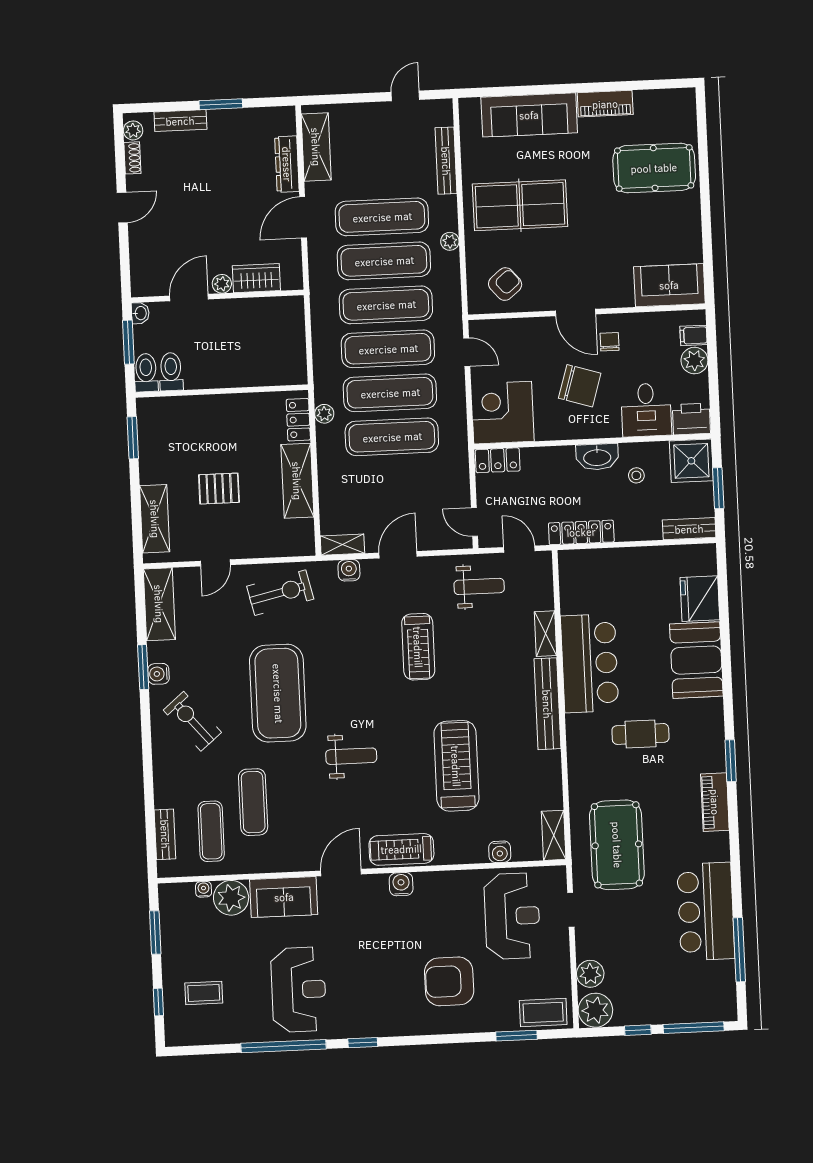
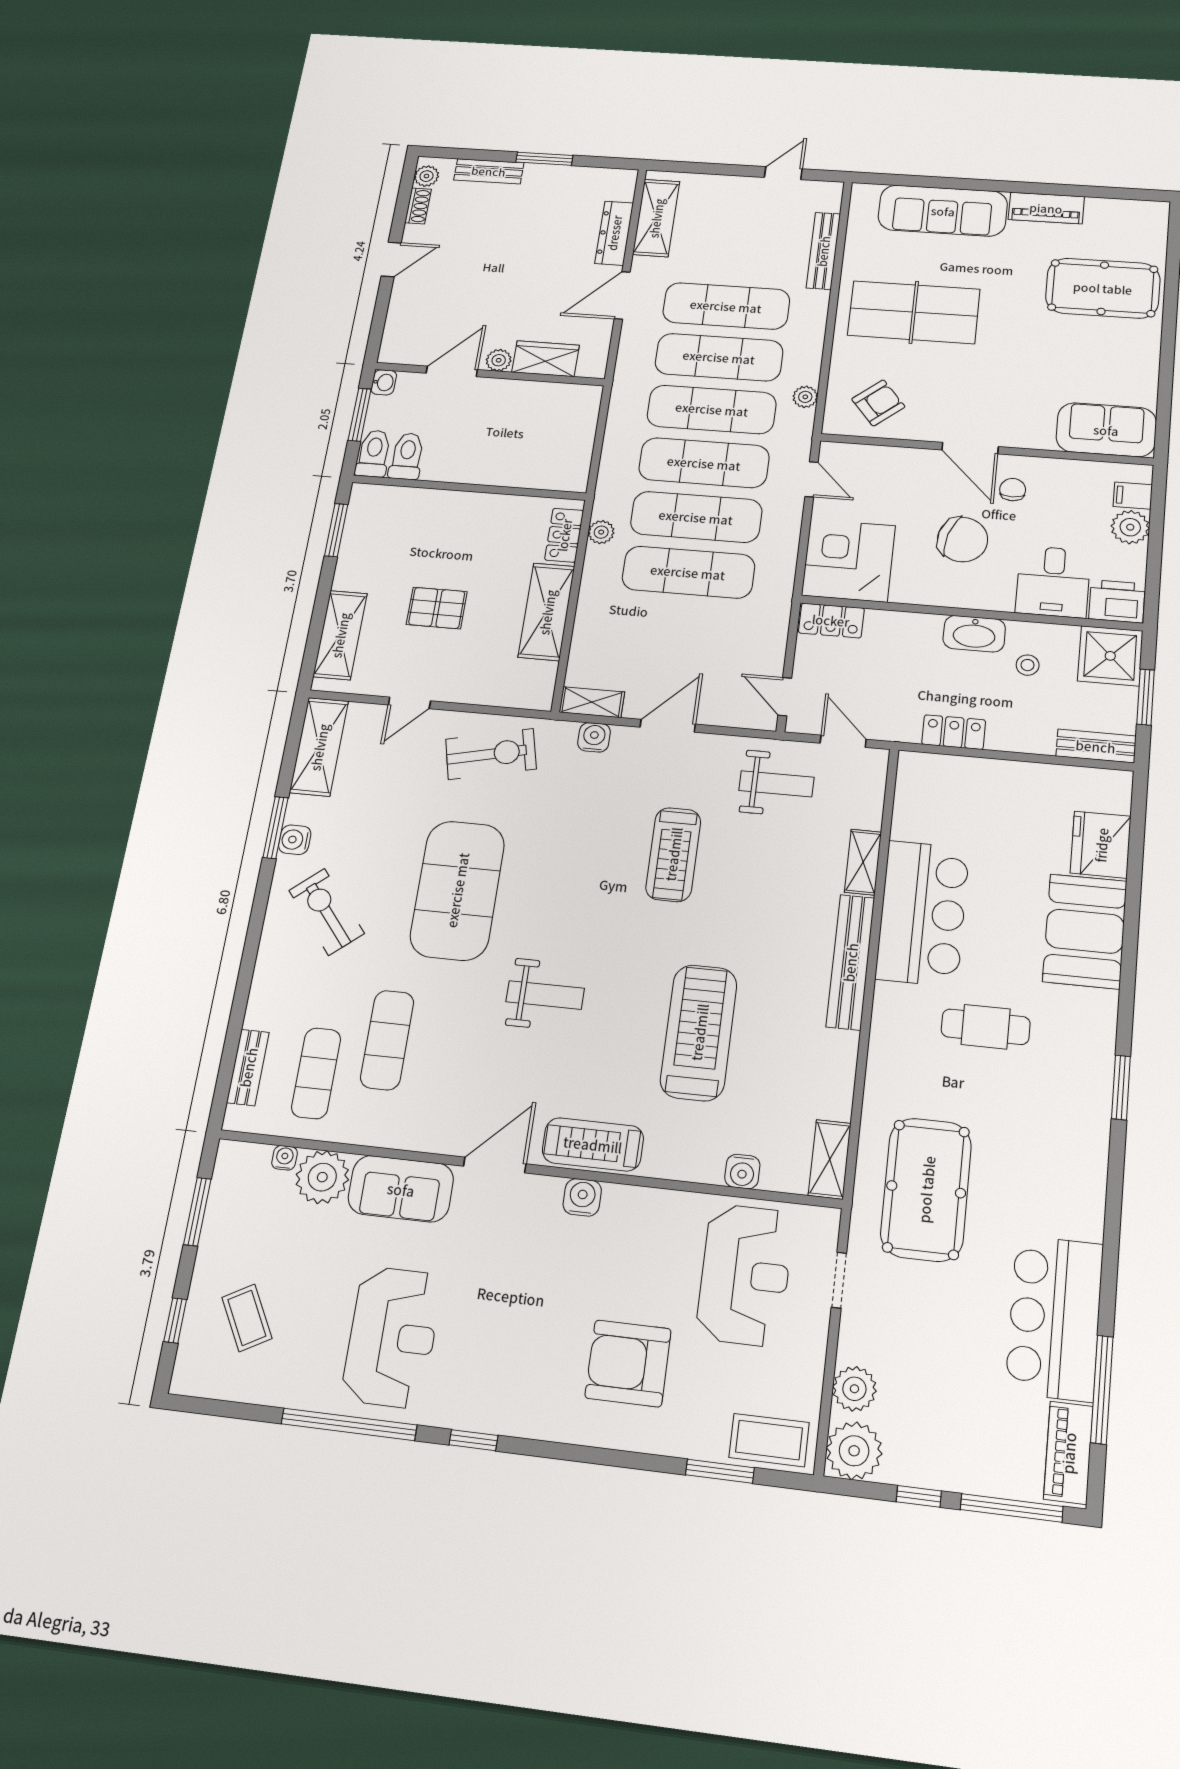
plant: (450, 241) -> (805, 397), moved
locker: (581, 532) -> (954, 732), width x0.66
piano: (715, 802) -> (1068, 1453), moved
coffee table: (204, 993) -> (247, 1318), turned 61

